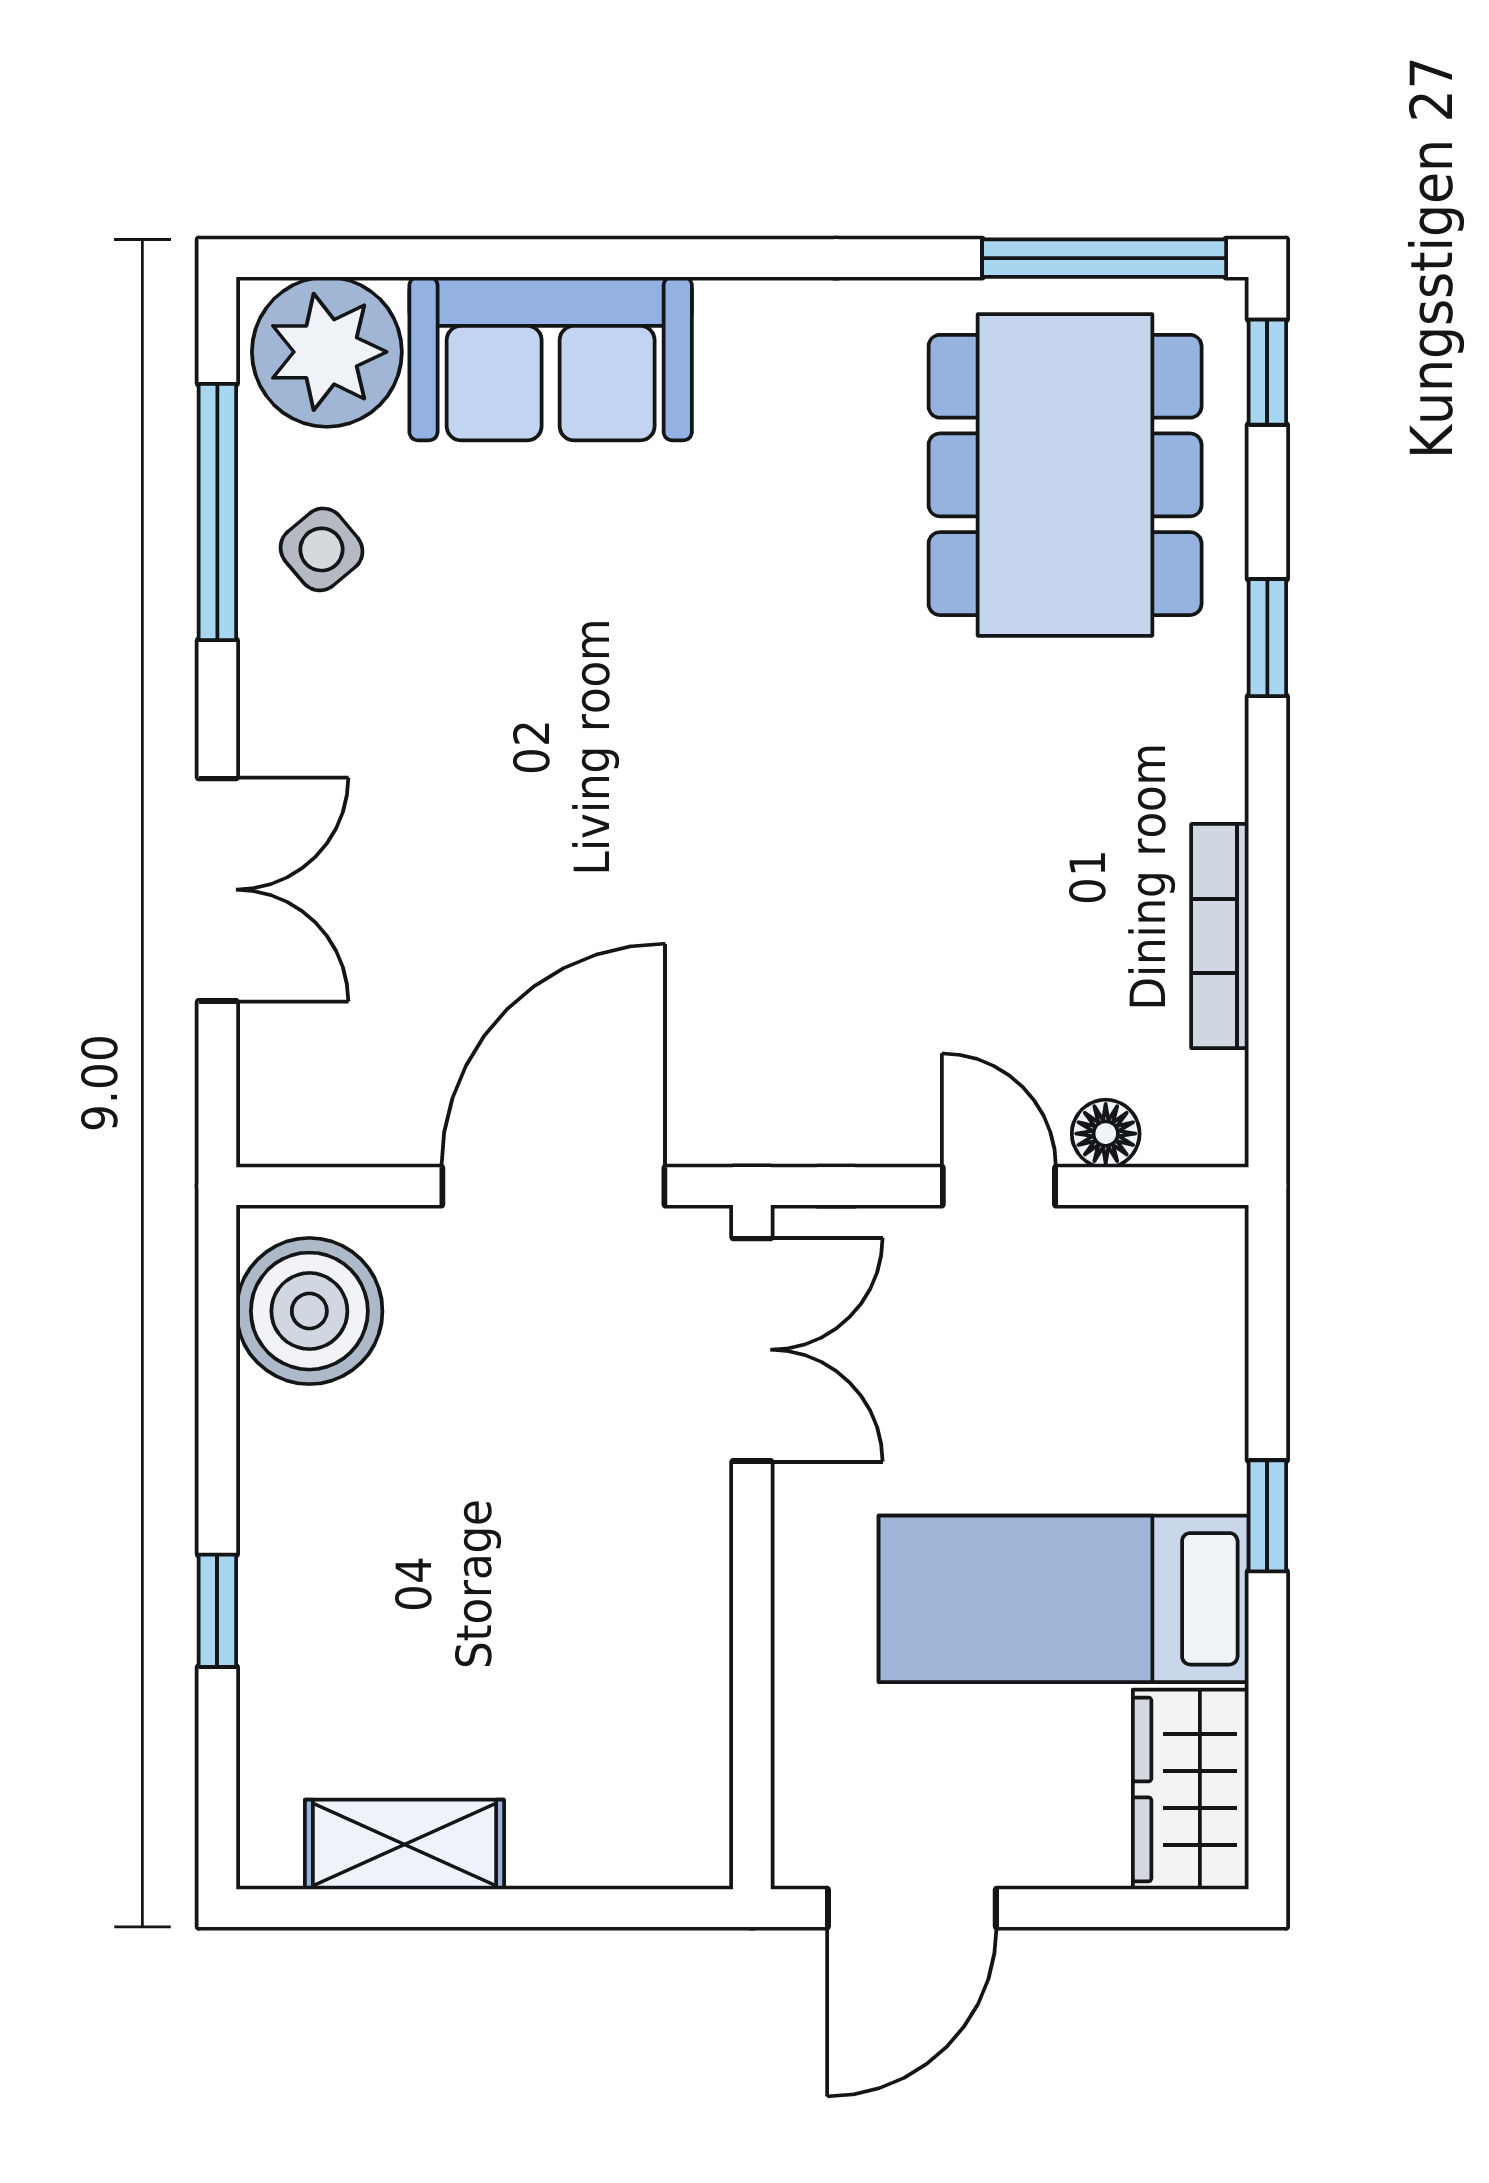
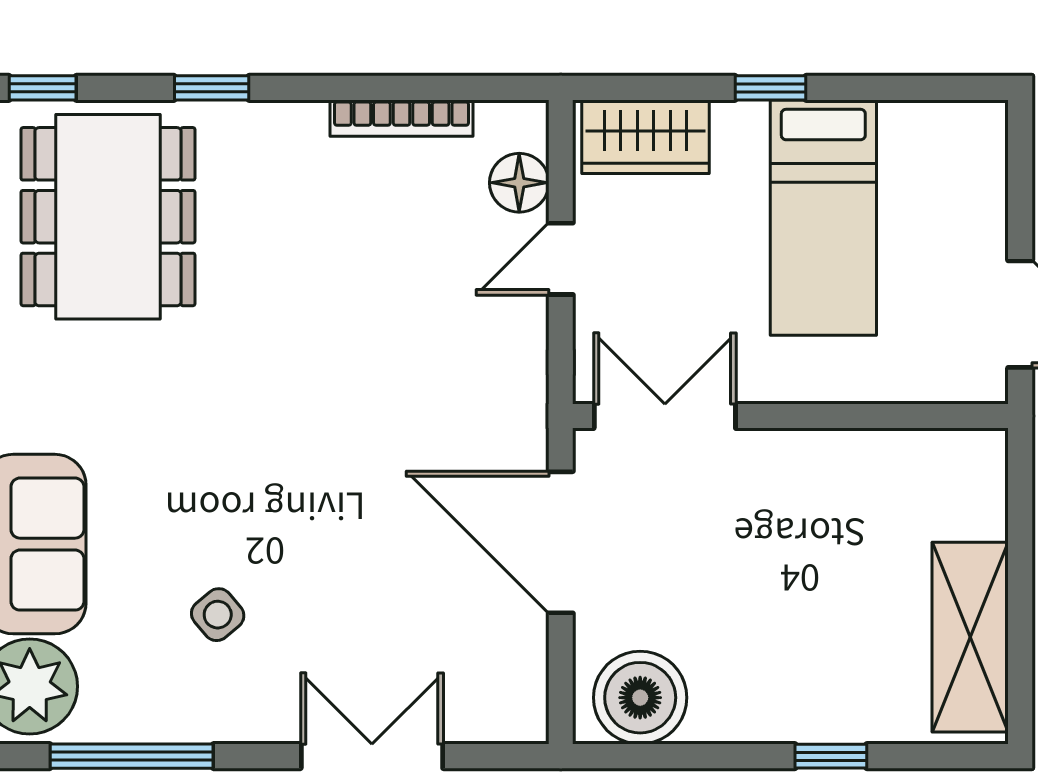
dining table: (1065, 475) -> (108, 217), turned 90
side table: (321, 549) -> (218, 615), moved
floor lamp: (1106, 1134) -> (519, 183), width x1.37, depth x1.37
wardrobe: (1191, 1789) -> (645, 137), moved
shelving: (404, 1844) -> (970, 637), width x1.50, depth x1.33

